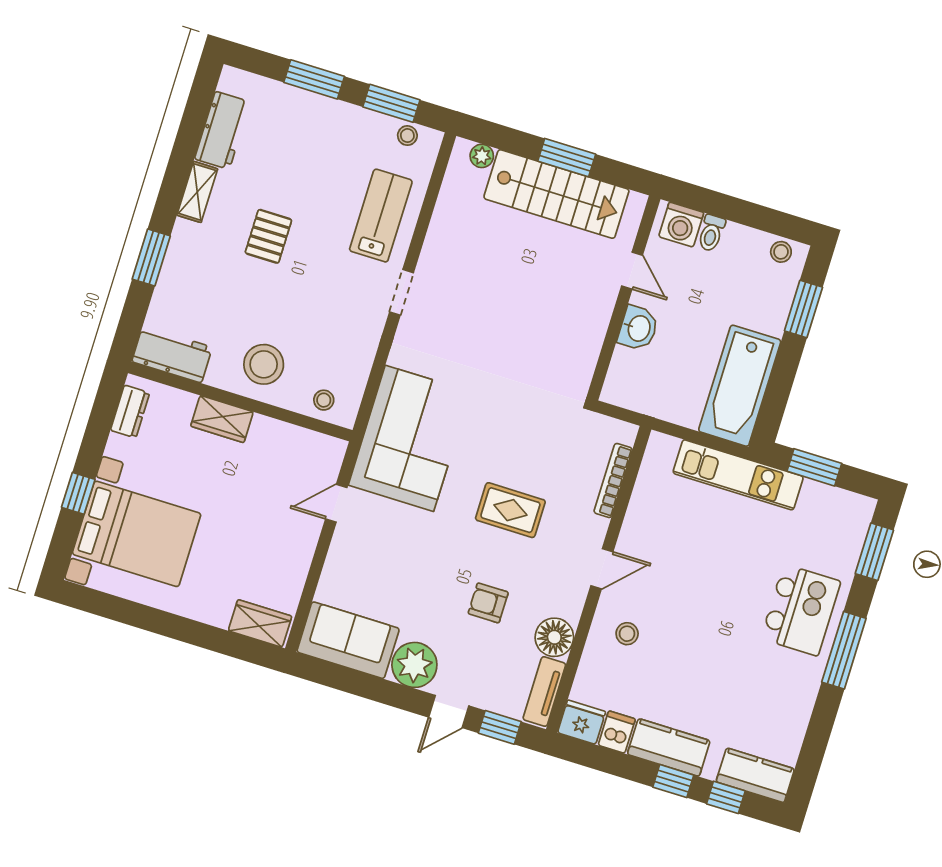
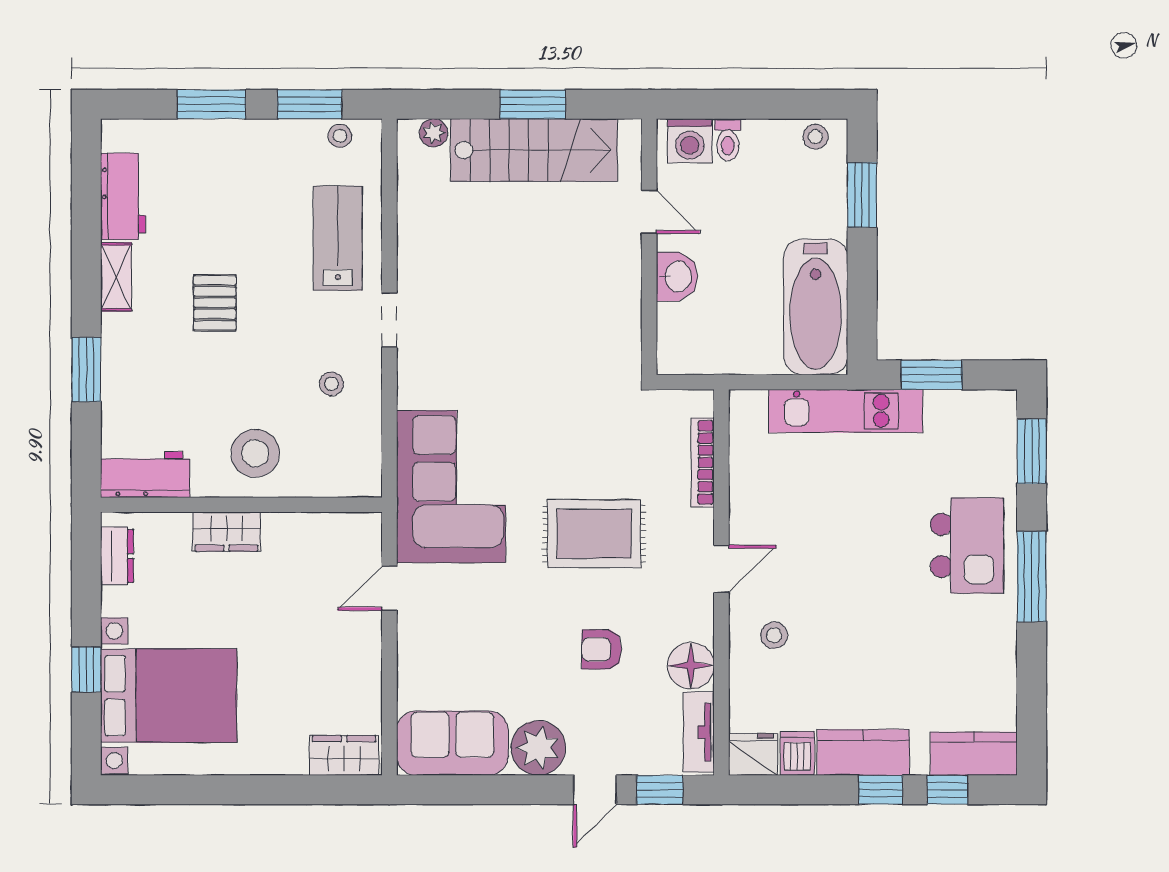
stool: (324, 400) -> (332, 384), moved
rug: (510, 510) -> (594, 534), width x1.36, depth x1.43

